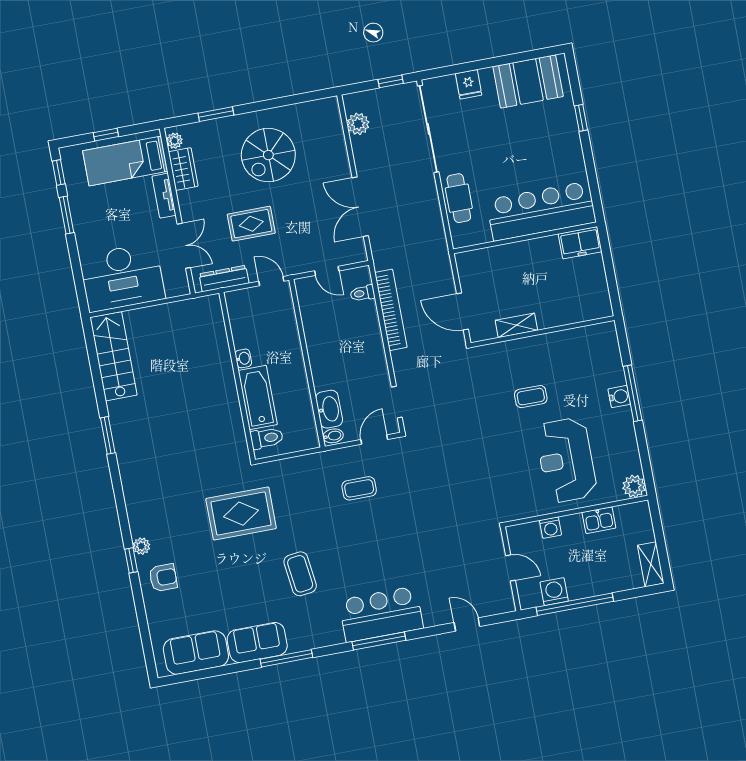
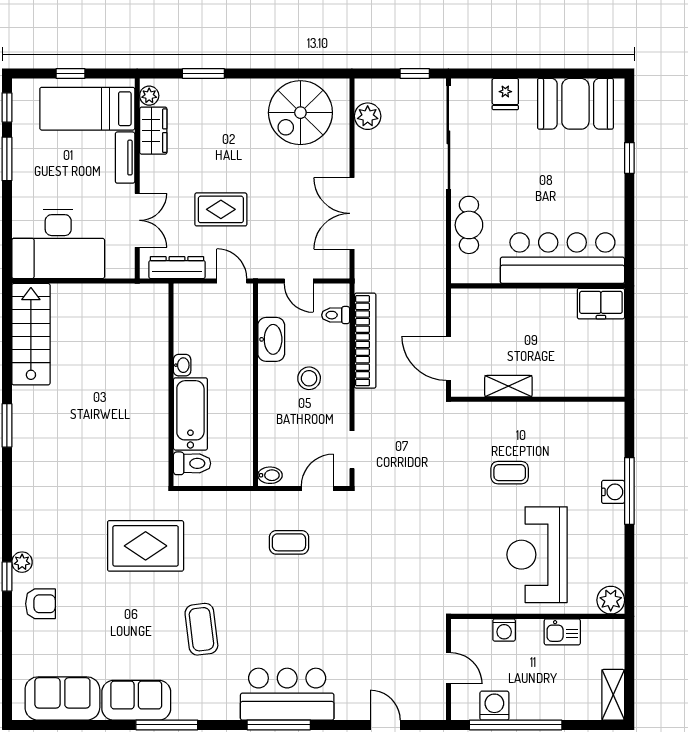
spiral stairs: (268, 155) -> (300, 113), moved
stool: (350, 350) -> (309, 378), added
washbasin: (329, 409) -> (271, 339), moved

